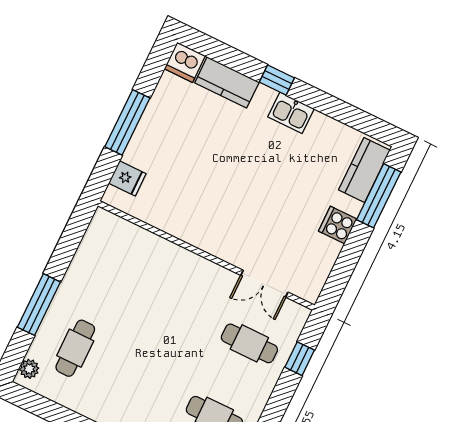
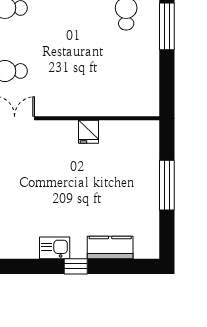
dishwasher: (185, 62) -> (147, 247), removed
fridge: (127, 178) -> (88, 132), moved, turned -90

